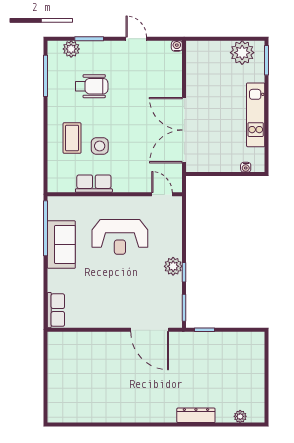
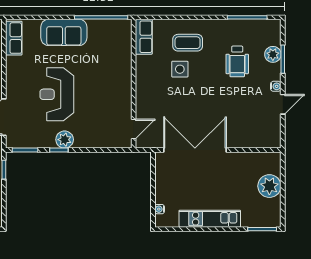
water cooler: (177, 46) -> (276, 86), moved
plant: (71, 49) -> (273, 54), moved
plant: (242, 53) -> (269, 186), moved
row of seats: (94, 184) -> (144, 37), moved
reception desk: (120, 237) -> (57, 94), moved
sofa: (61, 245) -> (64, 32), moved
row of seats: (56, 310) -> (14, 38), moved, turned -90

